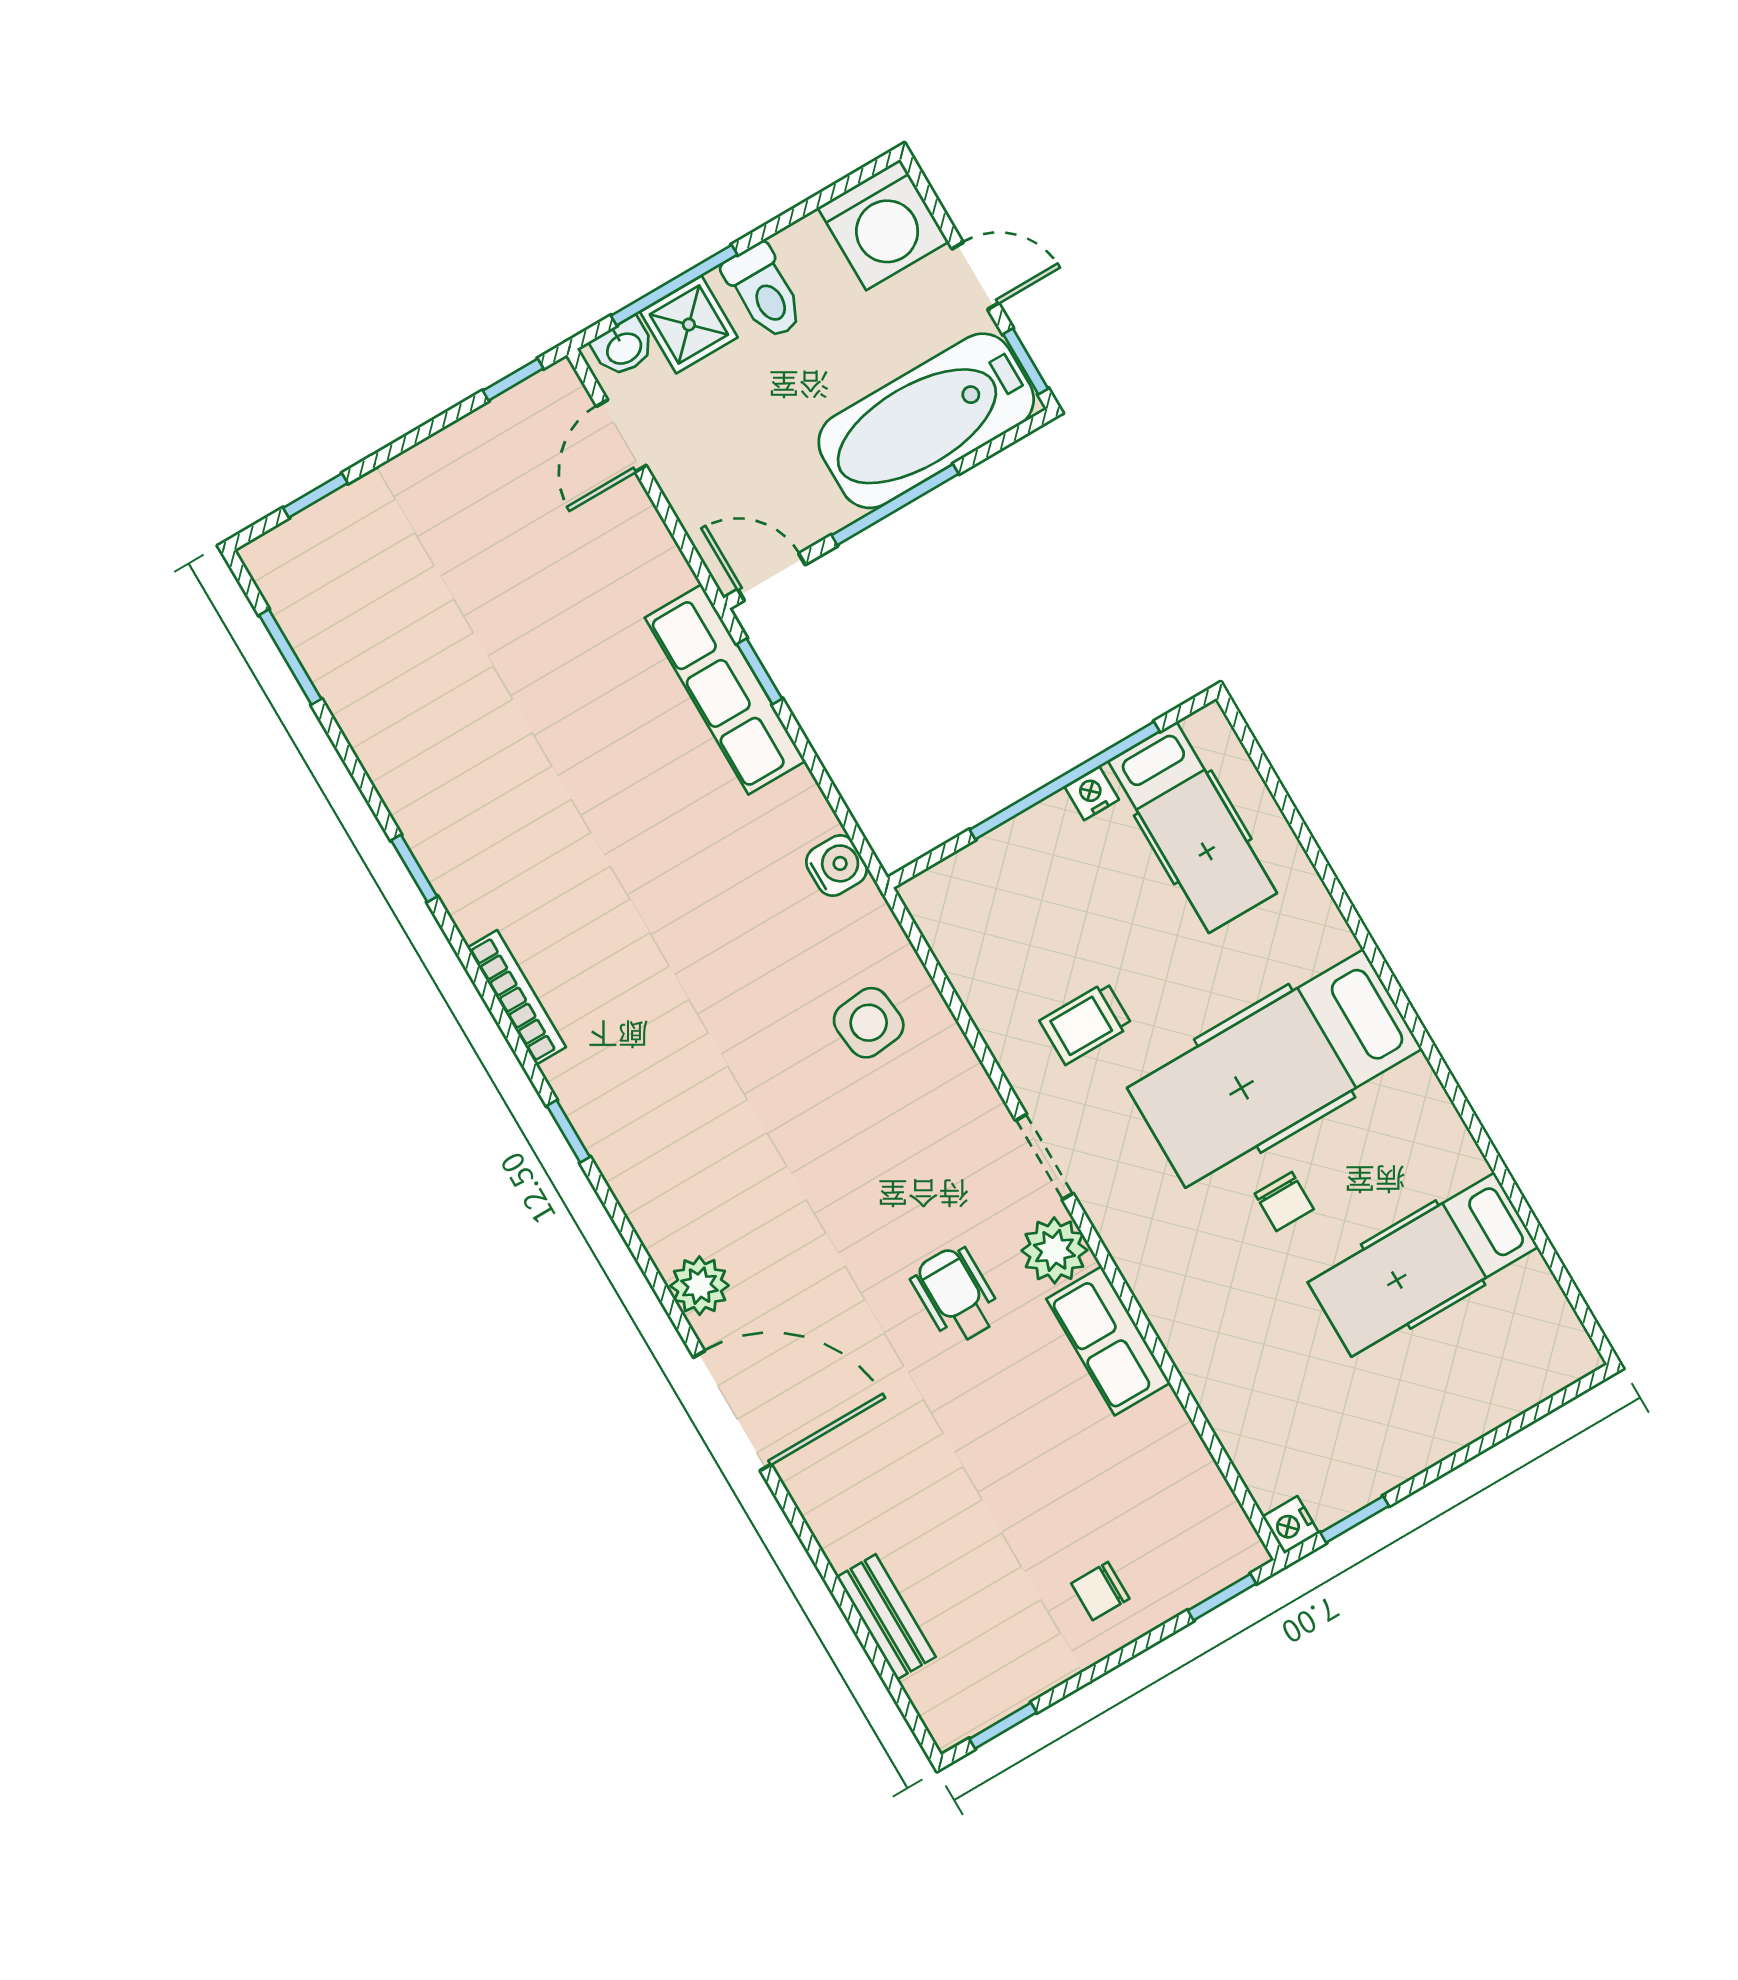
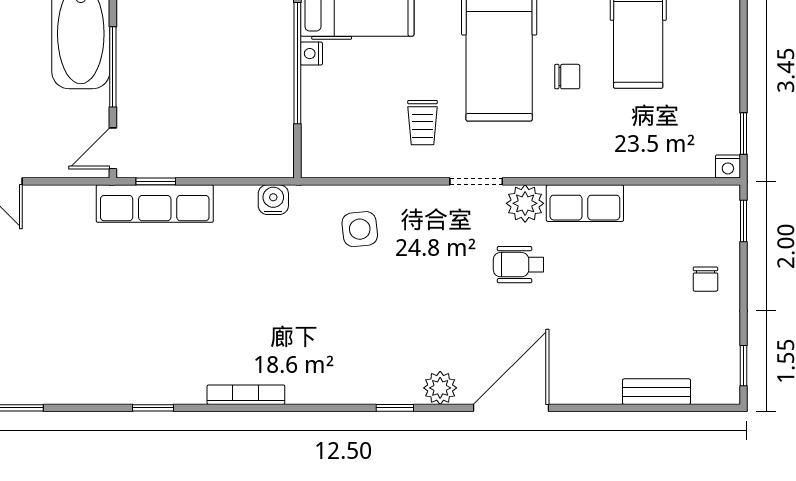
window: (568, 1131) -> (395, 408), moved

